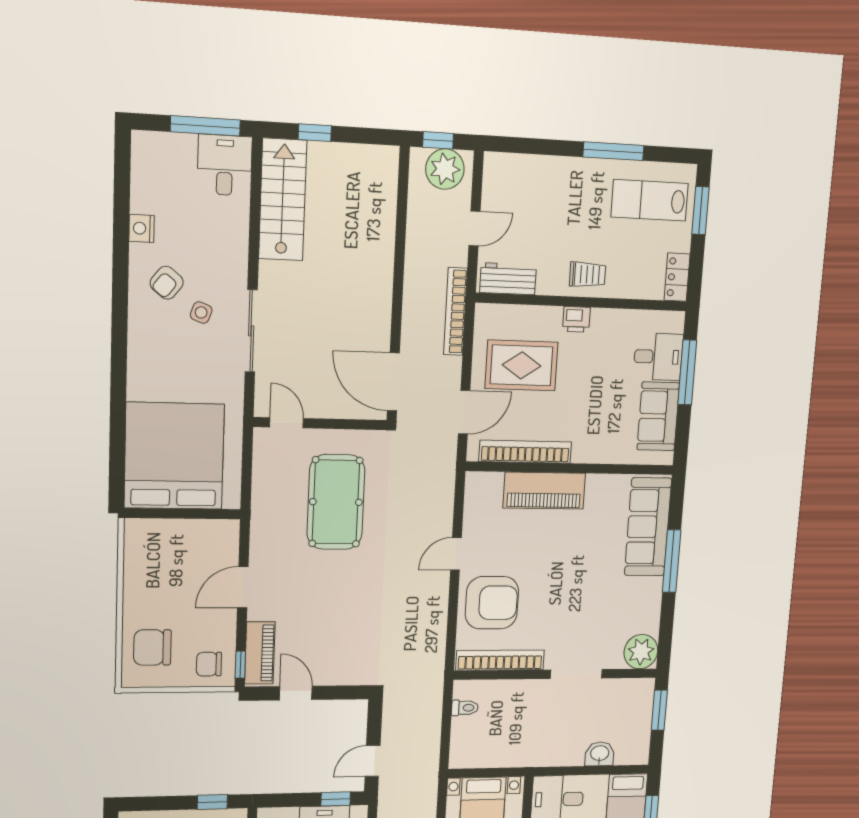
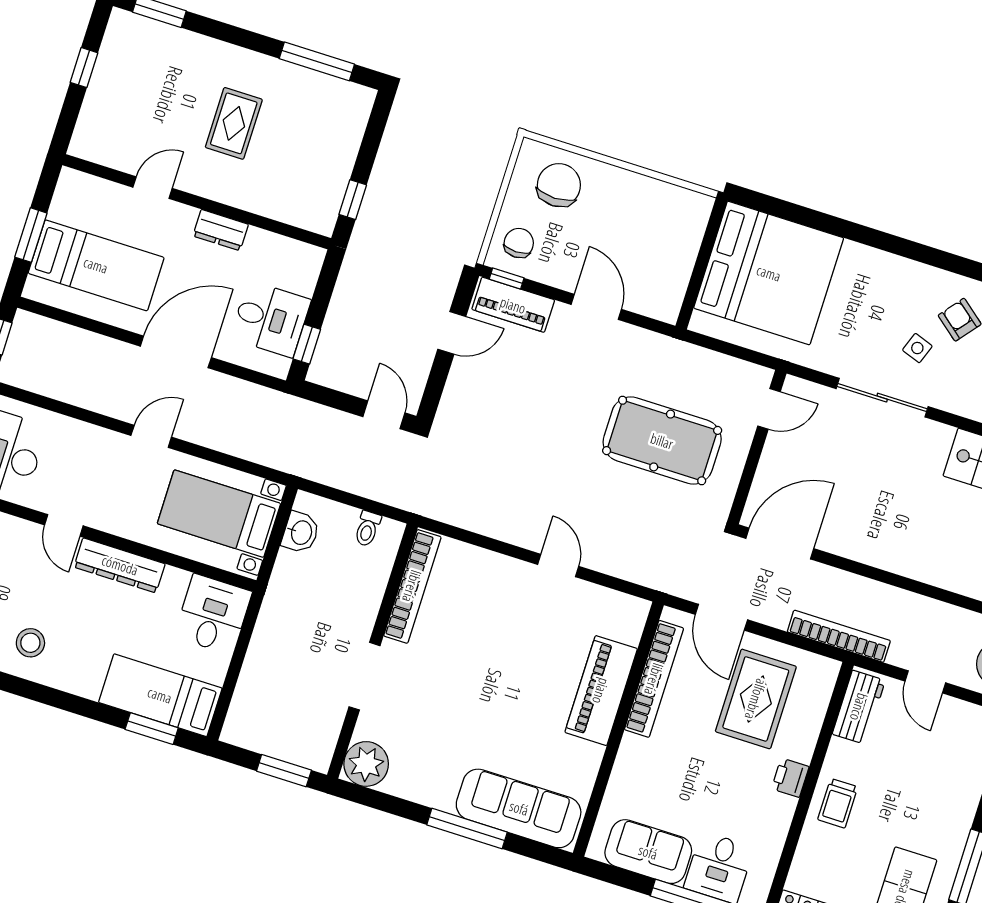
armchair: (492, 603) -> (486, 594), removed
washbasin: (600, 754) -> (301, 532), moved
door: (373, 761) -> (384, 415), moved

